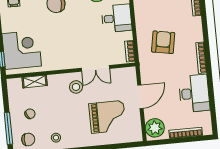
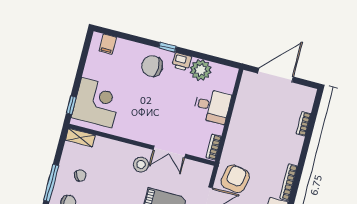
armchair: (163, 42) -> (235, 179), moved
shelving: (35, 81) -> (80, 138), moved

